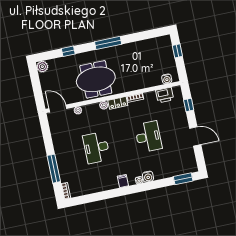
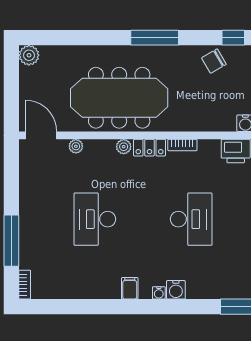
chair: (143, 49) -> (214, 61), added
window: (68, 51) -> (233, 38), moved
meeting table: (96, 79) -> (119, 98), width x1.36

